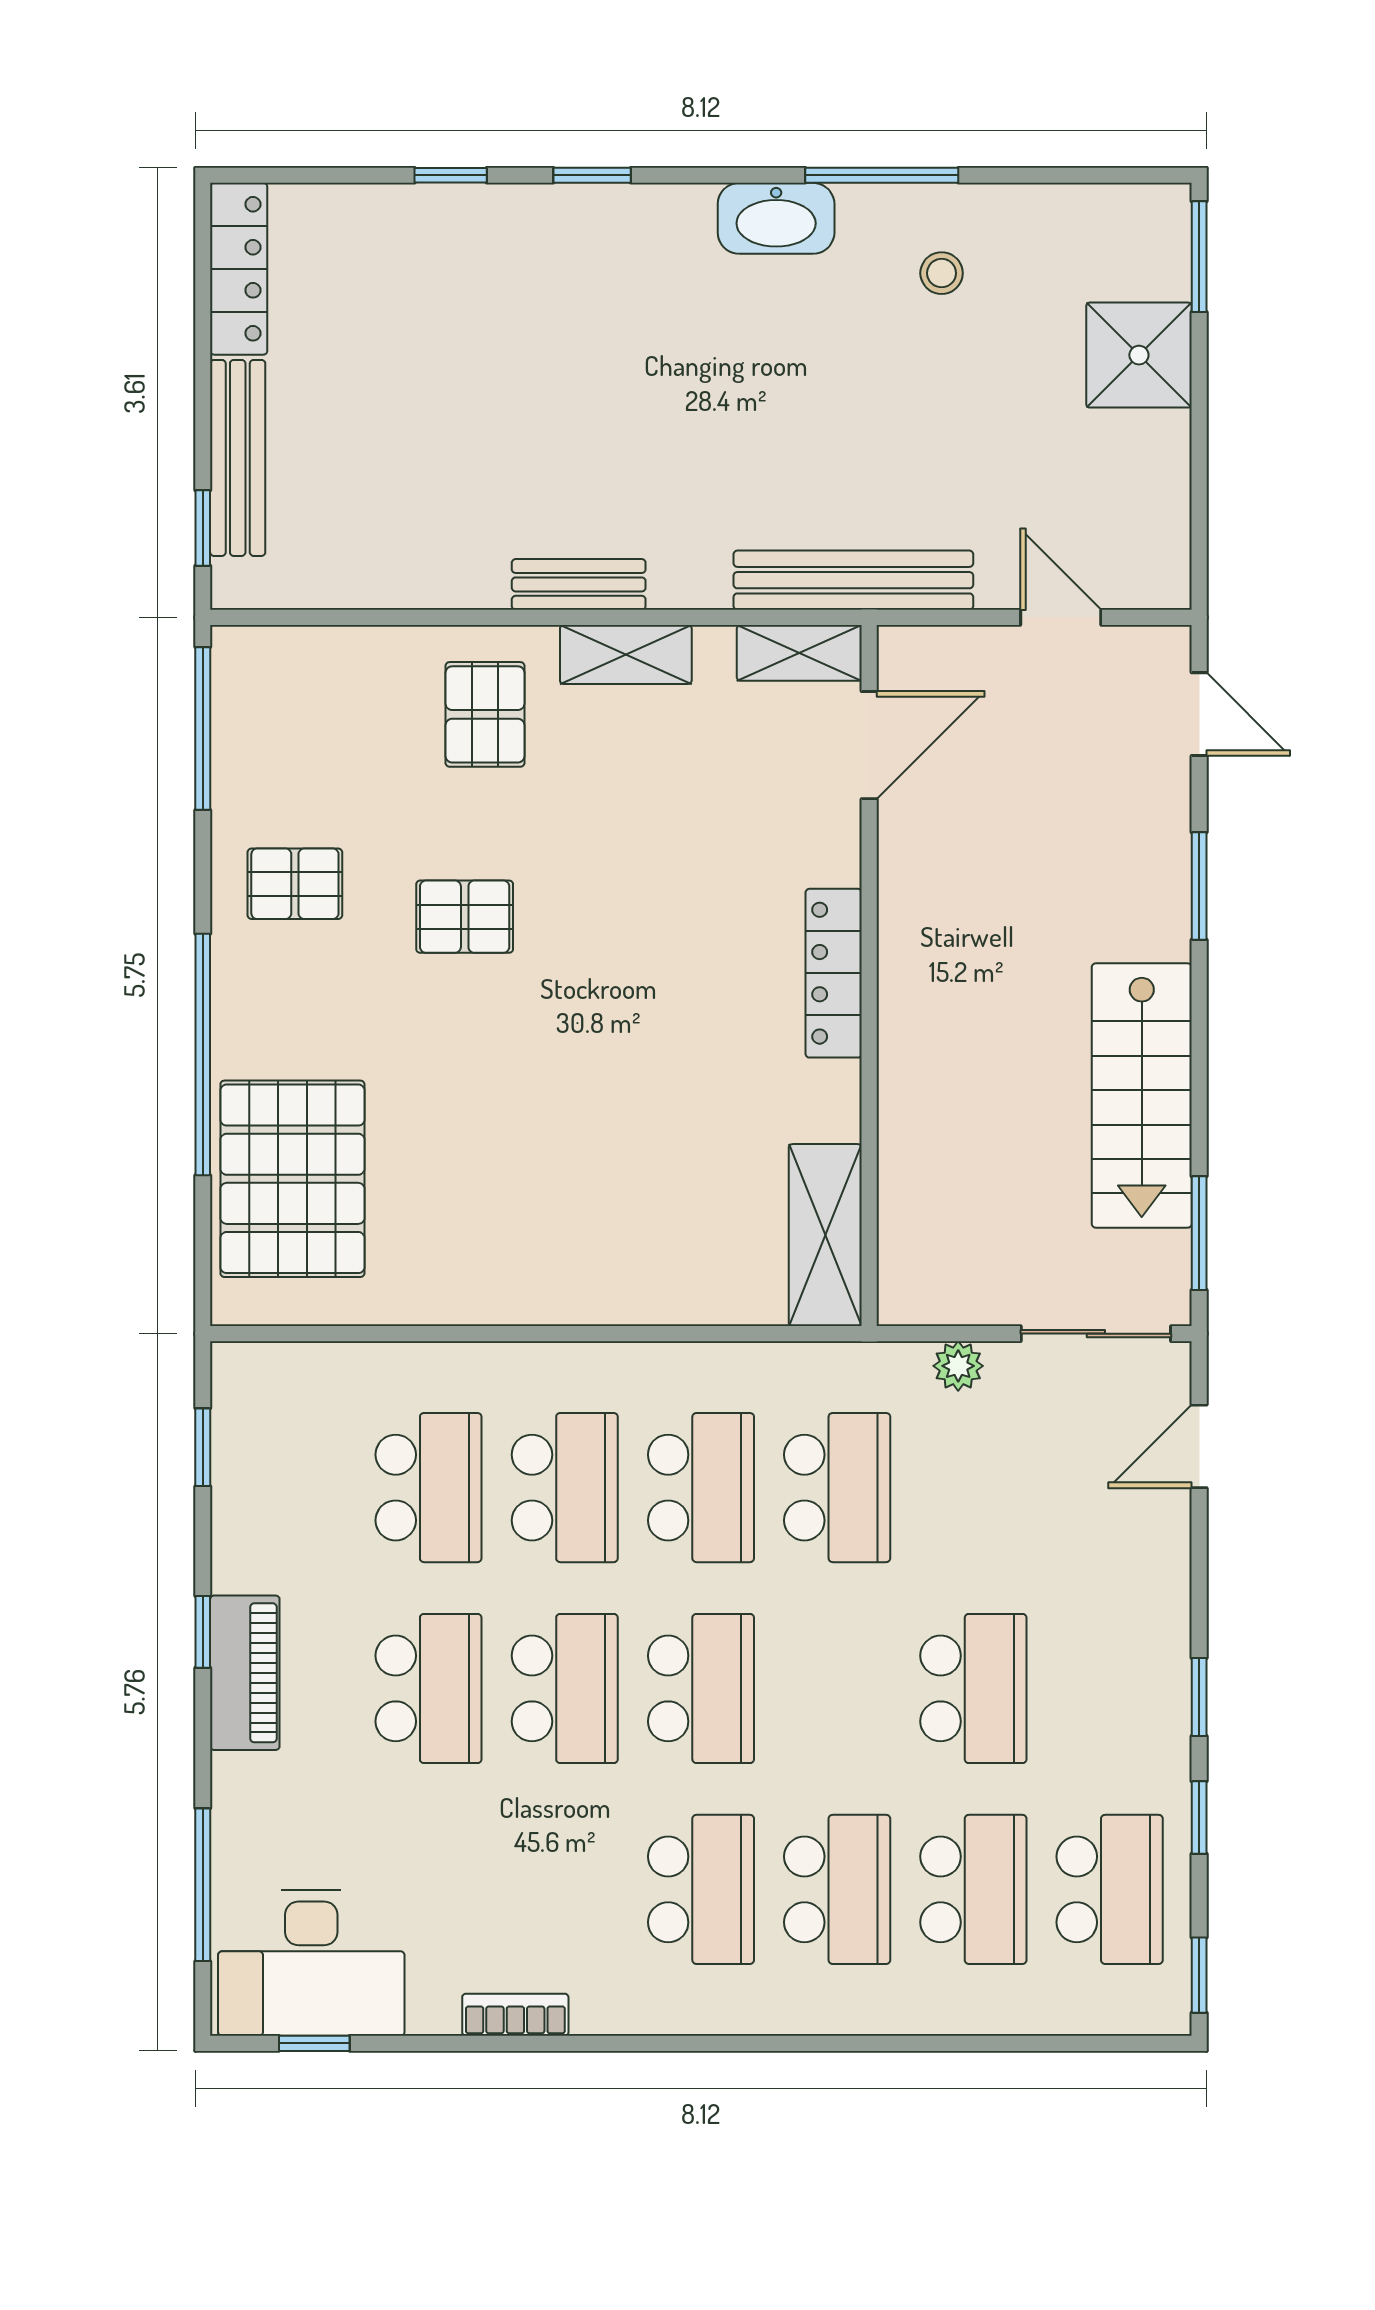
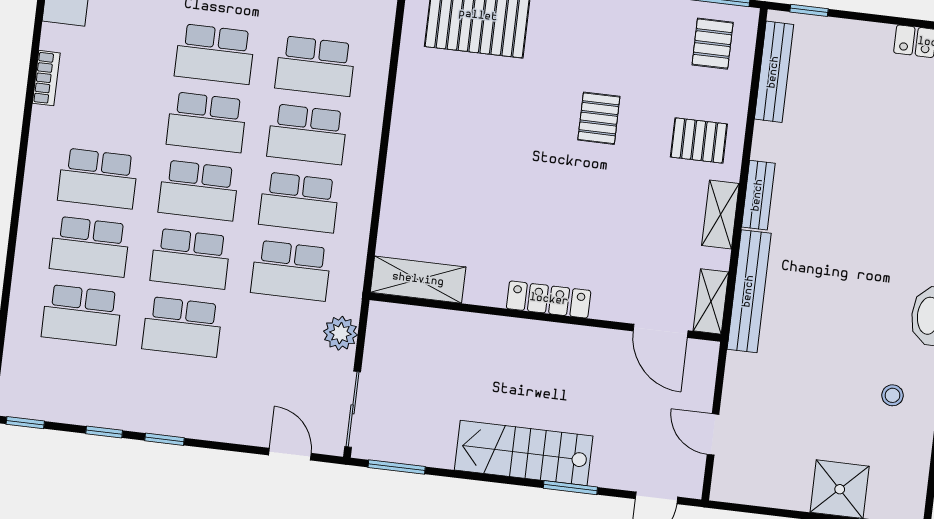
bench: (238, 458) -> (774, 72), moved, turned 90
bench: (853, 580) -> (749, 291), moved
door: (1061, 617) -> (713, 434), swing flipped
pallet: (295, 884) -> (713, 44), moved
stairs: (1142, 1095) -> (524, 453), moved
plant: (958, 1366) -> (340, 333), width x1.38, depth x1.38
school desk: (1110, 1889) -> (190, 259), moved

